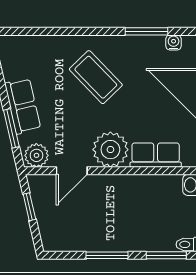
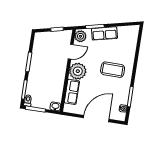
coffee table: (96, 77) -> (113, 70), turned 45
door: (72, 171) -> (71, 52), swing flipped

